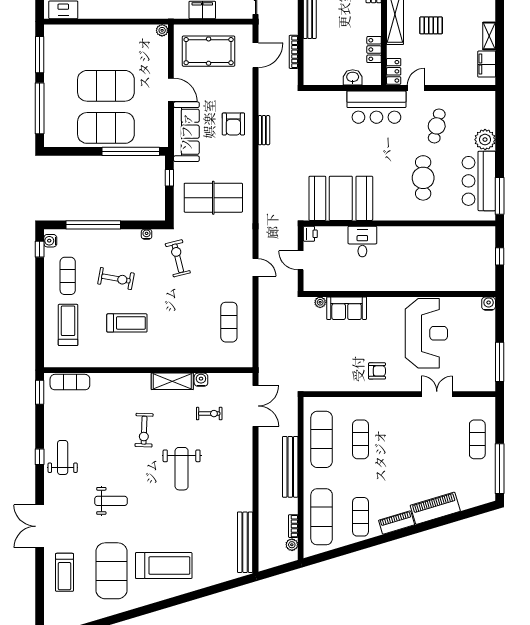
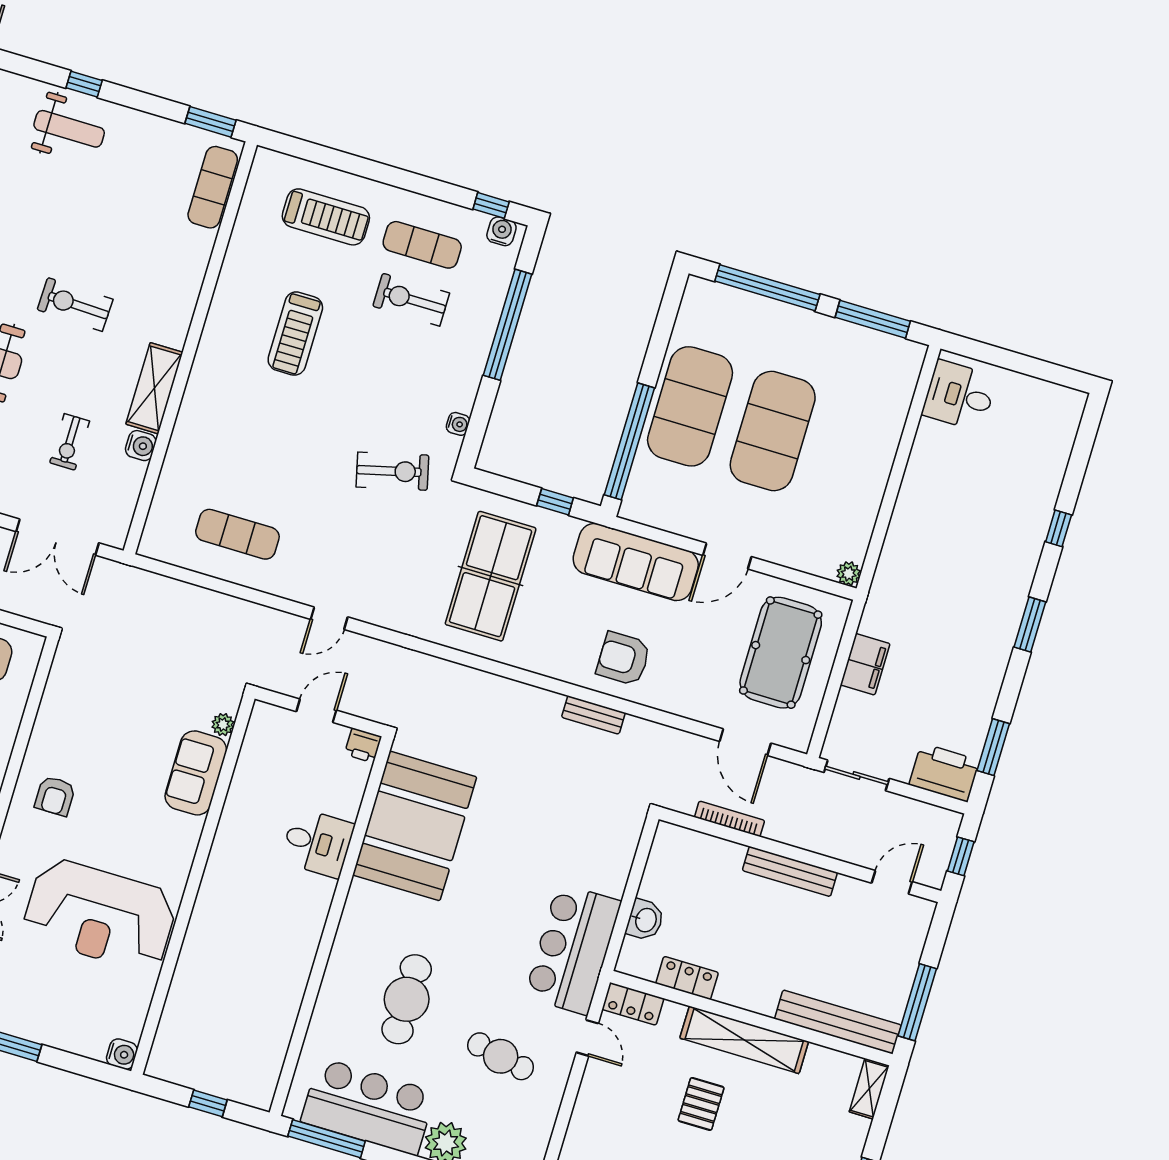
cafe table: (423, 178) -> (407, 999), turned 90
exercise bike: (116, 279) -> (411, 300), moved, turned 80

